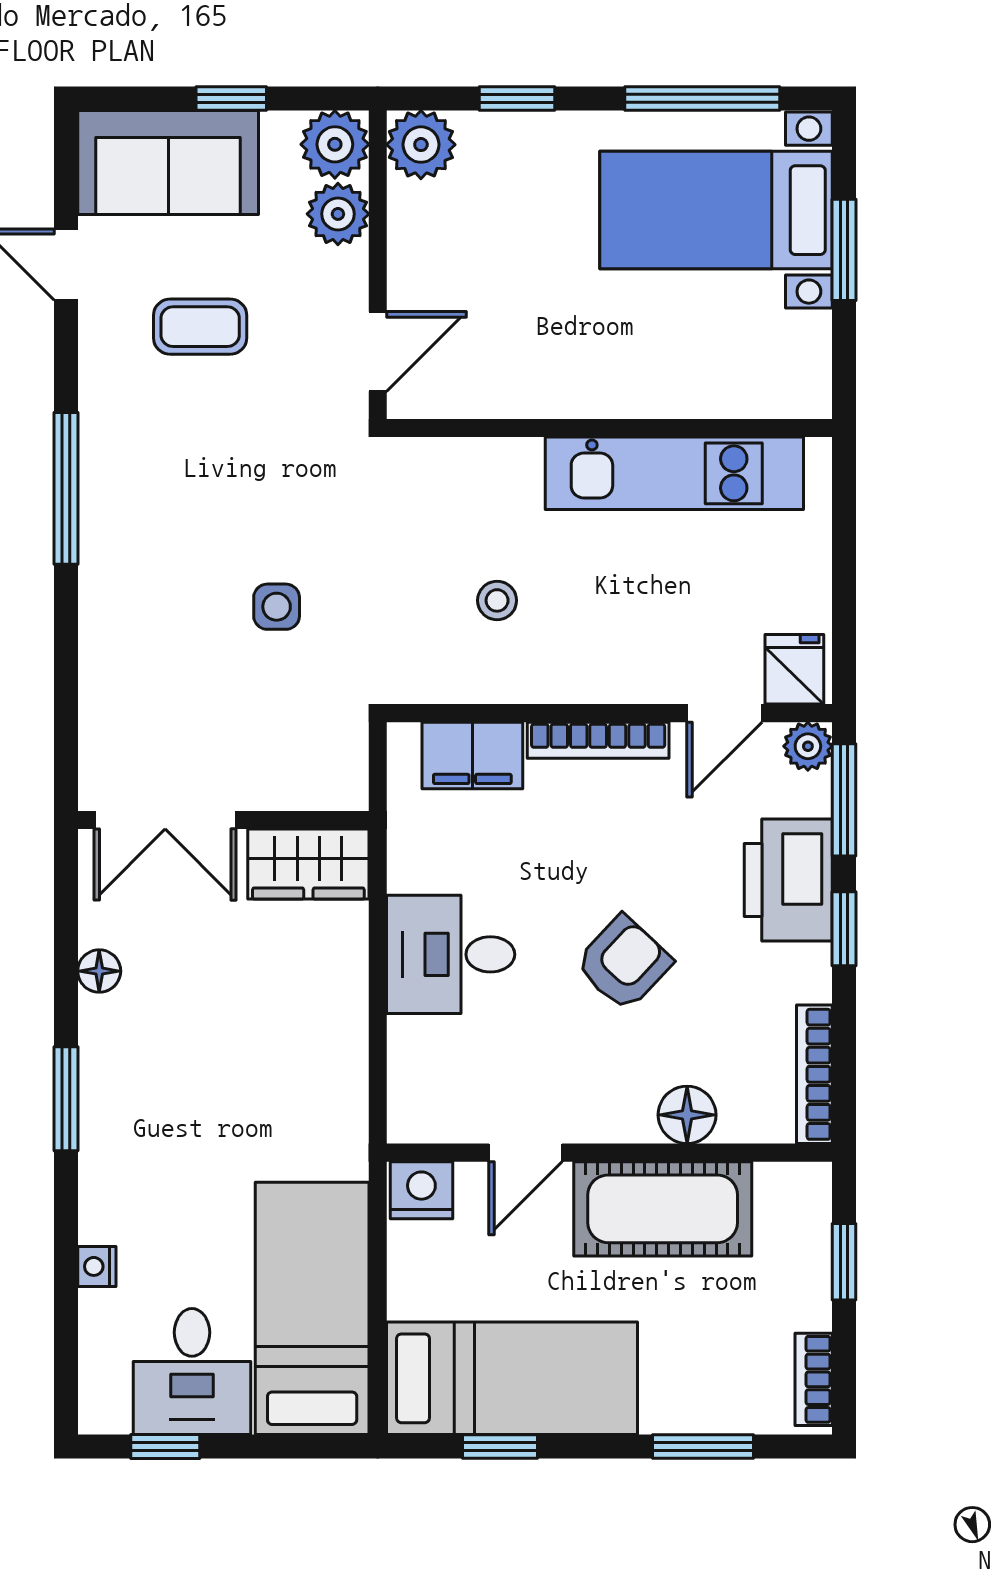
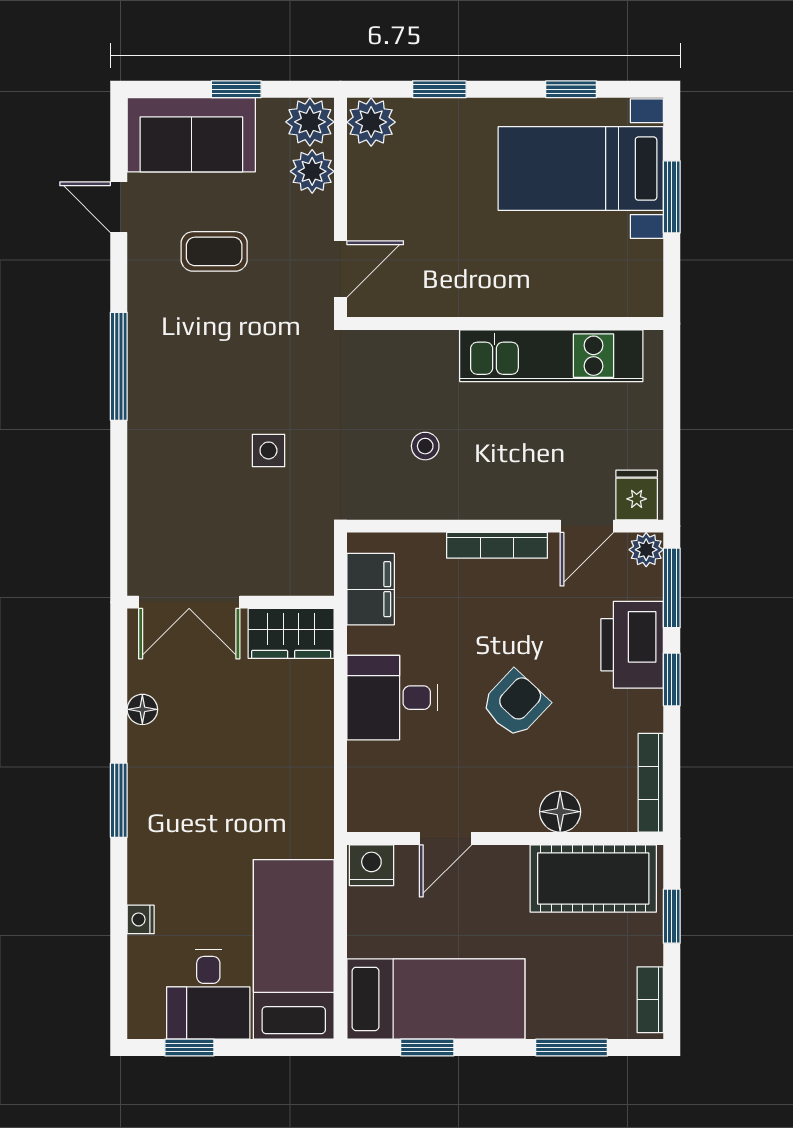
window: (702, 98) -> (571, 89), width x0.46
filing cabinet: (472, 755) -> (371, 589), moved, turned -90
cot: (663, 1209) -> (593, 878), moved

